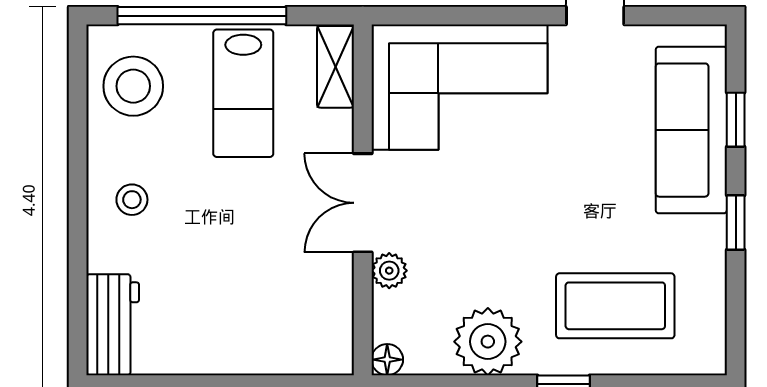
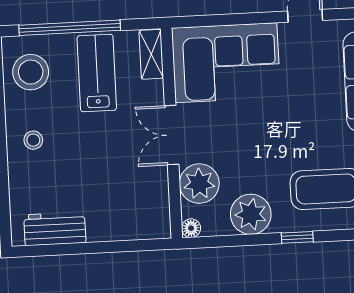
lab bench: (243, 93) -> (97, 73), turned 180
plant: (389, 271) -> (199, 184), width x1.87, depth x1.87
workbench: (113, 325) -> (55, 229), moved, turned -90

